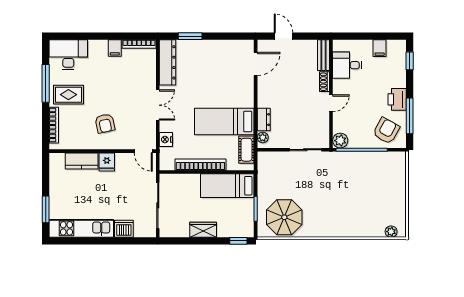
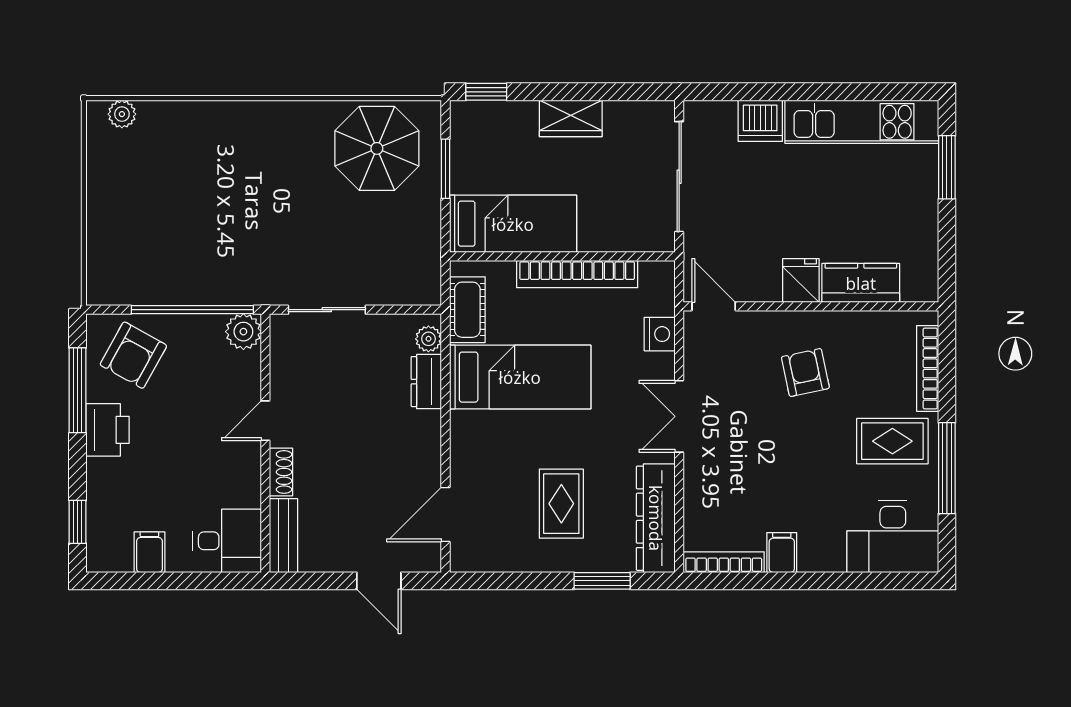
desk: (347, 65) -> (227, 541), moved
rug: (207, 68) -> (561, 504), added

